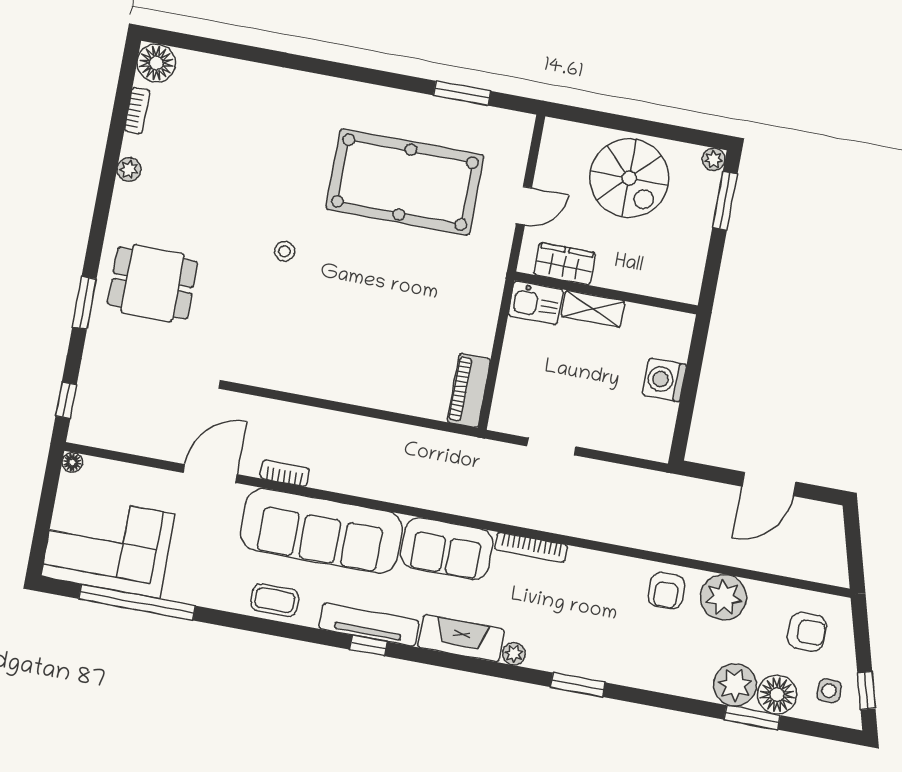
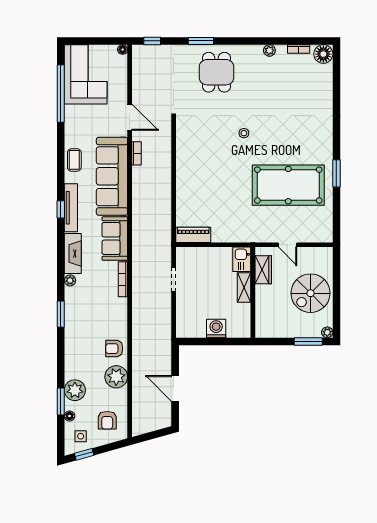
window: (462, 93) -> (336, 173), moved
pool table: (405, 182) -> (288, 185), turned 90
floor lamp: (777, 695) -> (70, 416), width x0.53, depth x0.53

